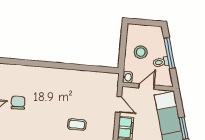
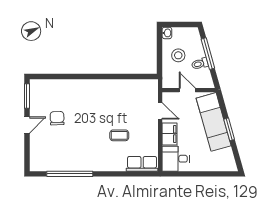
washbasin: (127, 77) -> (167, 33), moved
door: (146, 87) -> (187, 90), hinge flipped

